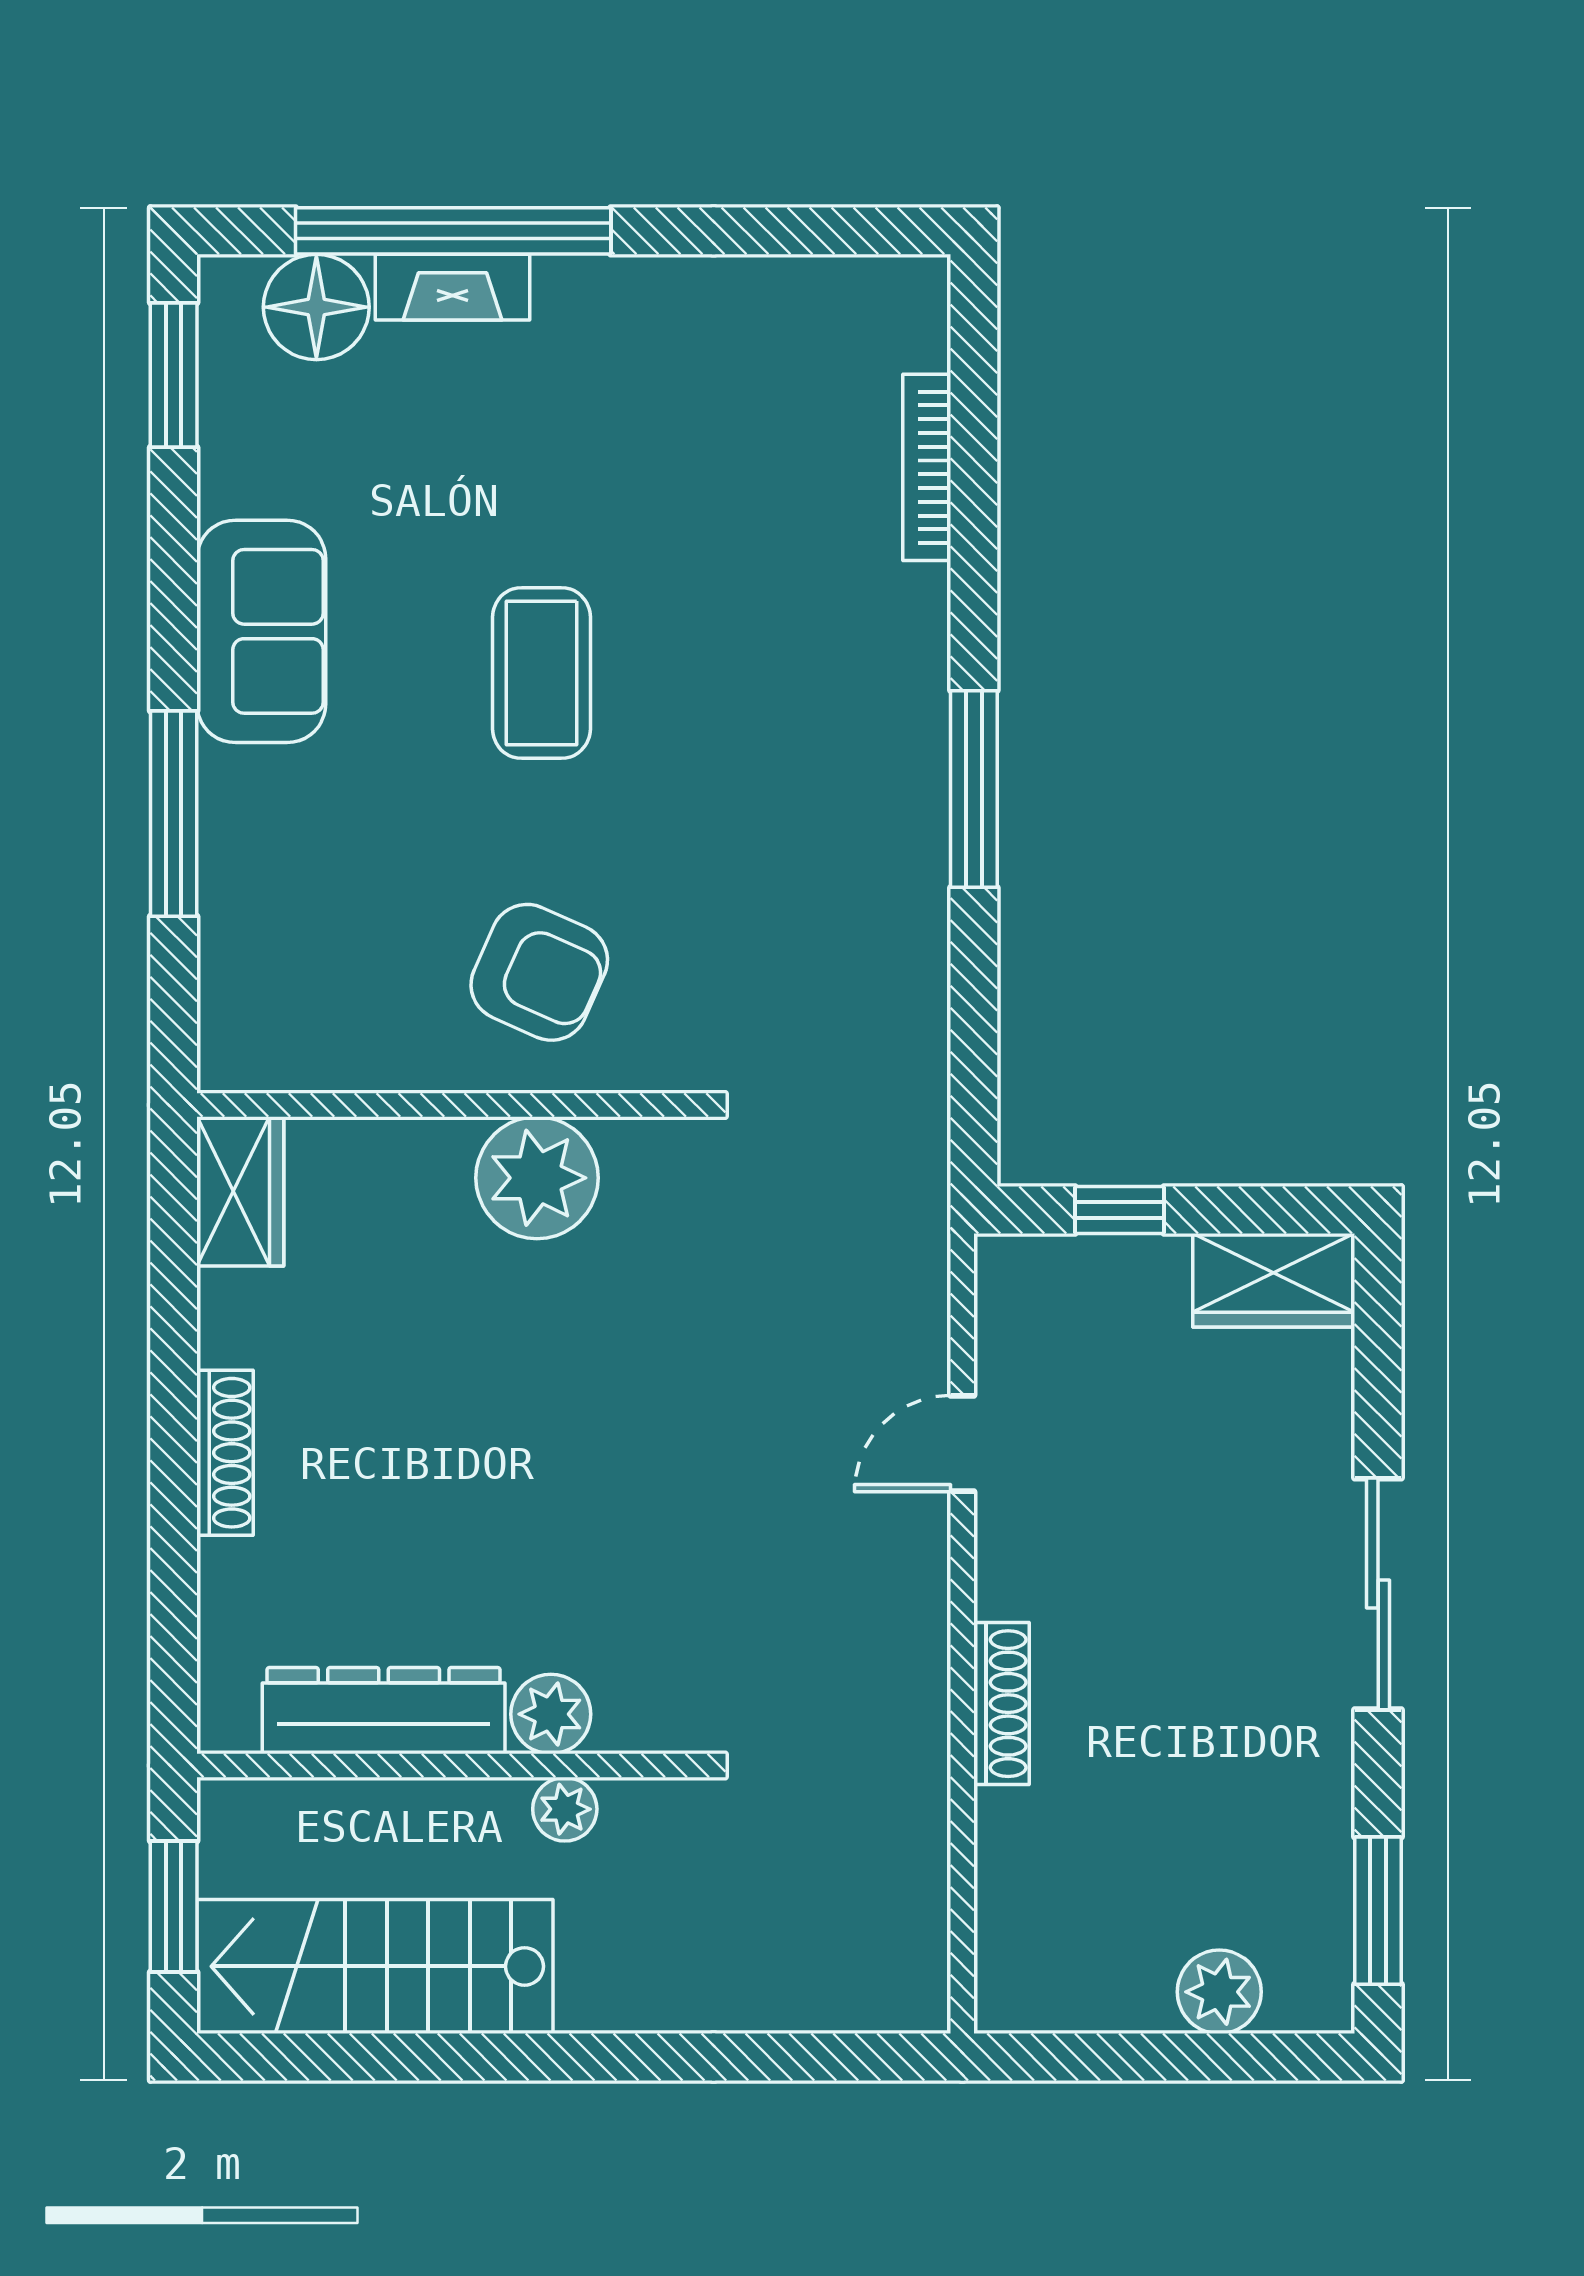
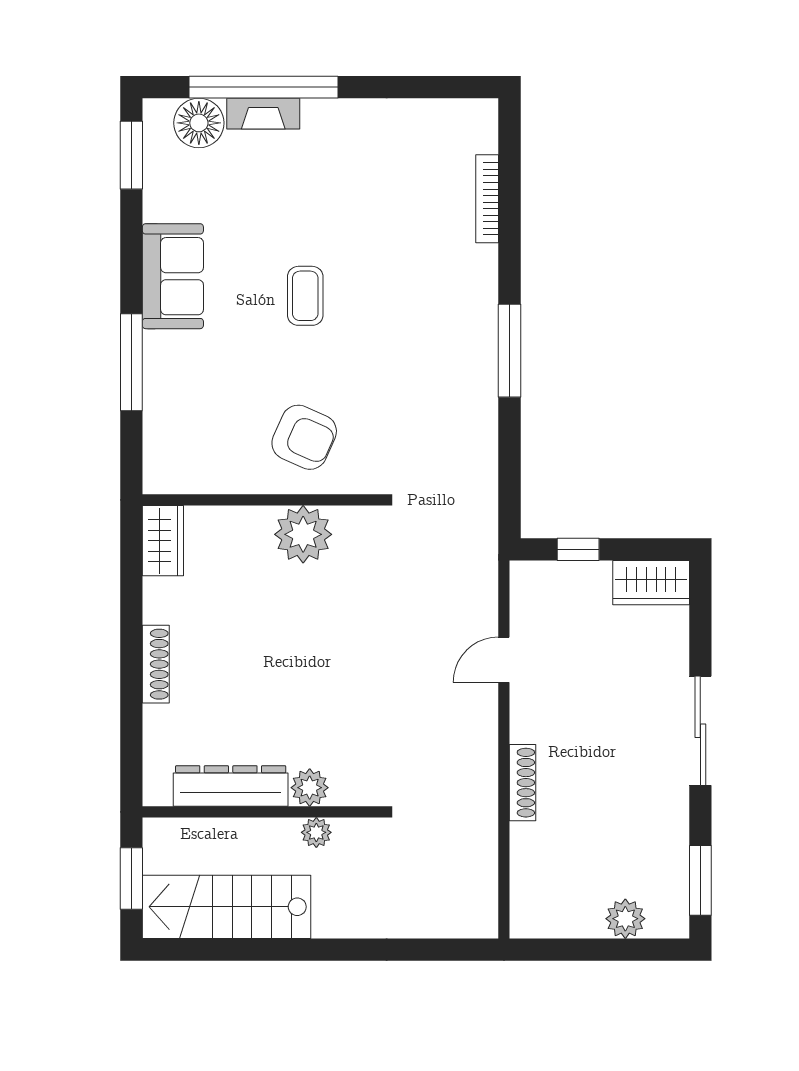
coffee table: (541, 673) -> (305, 296), width x0.73, depth x0.77

